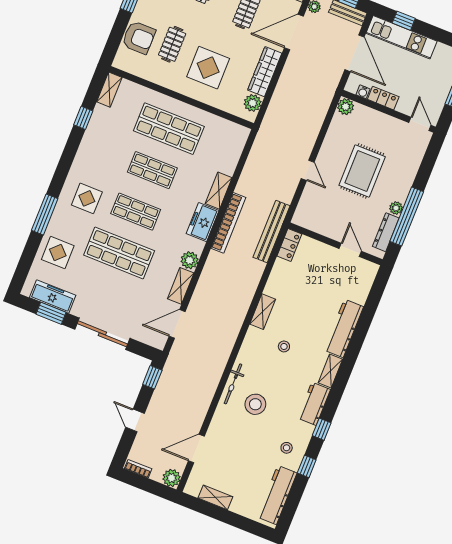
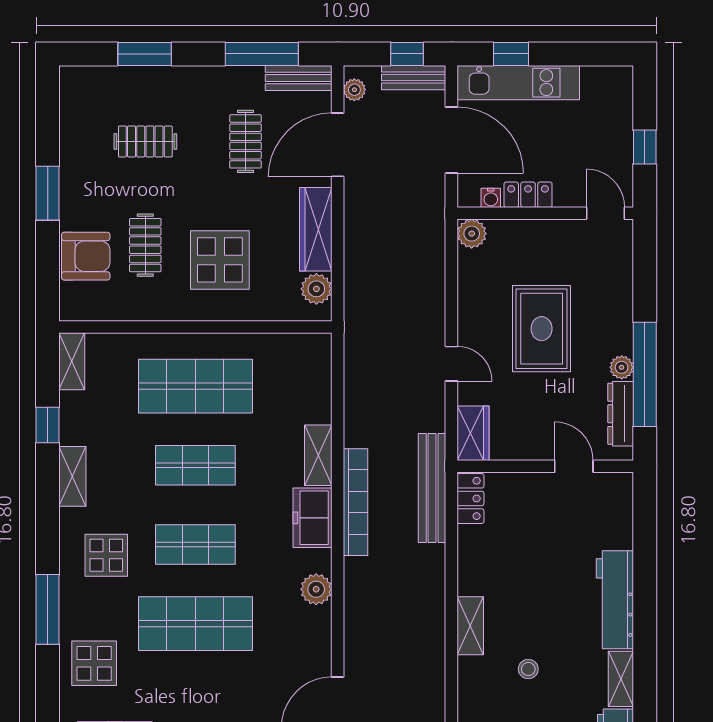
wardrobe: (304, 211) -> (473, 433), added
shelving: (181, 286) -> (72, 476), moved

